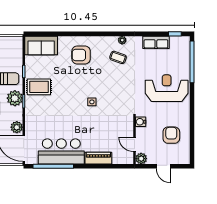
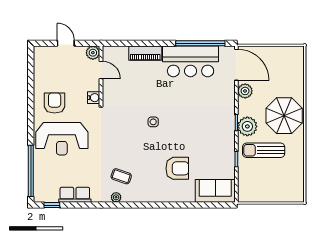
armchair: (81, 55) -> (177, 168), moved
rug: (39, 87) -> (218, 140), removed
armchair: (171, 135) -> (55, 103), moved, turned 180

